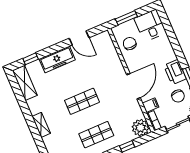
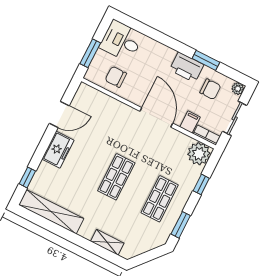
freezer: (57, 59) -> (58, 150), width x0.71
shelving: (25, 83) -> (51, 212), width x1.47
shelving: (41, 125) -> (107, 242), moved

